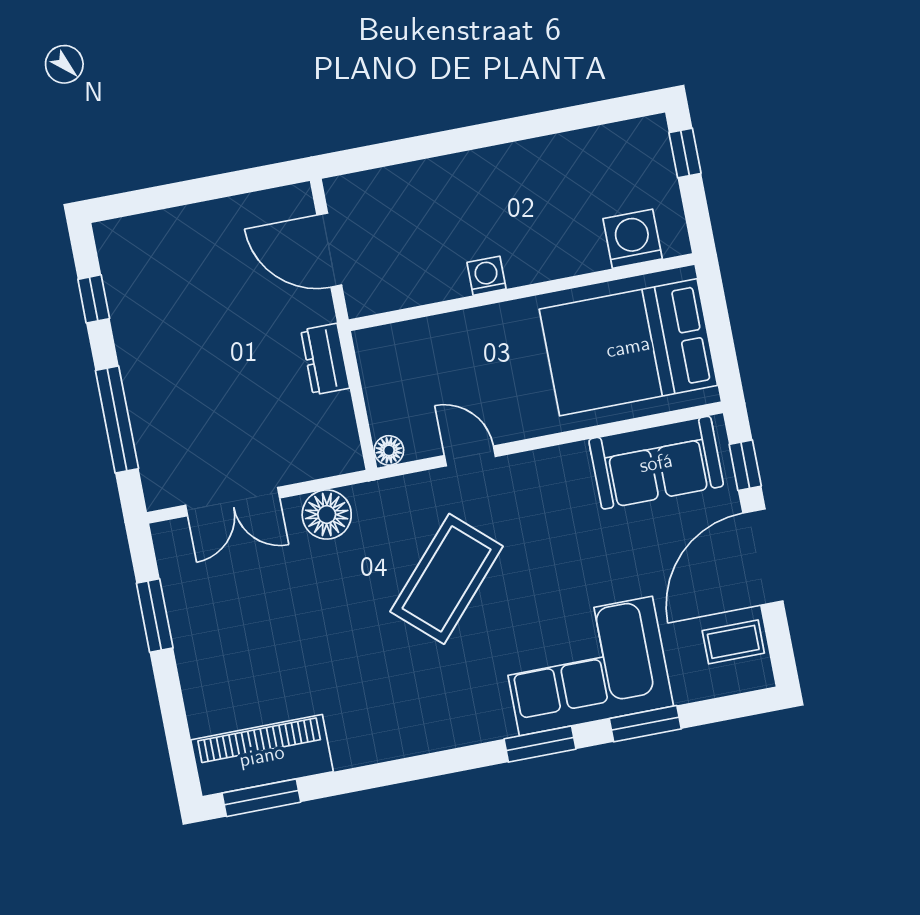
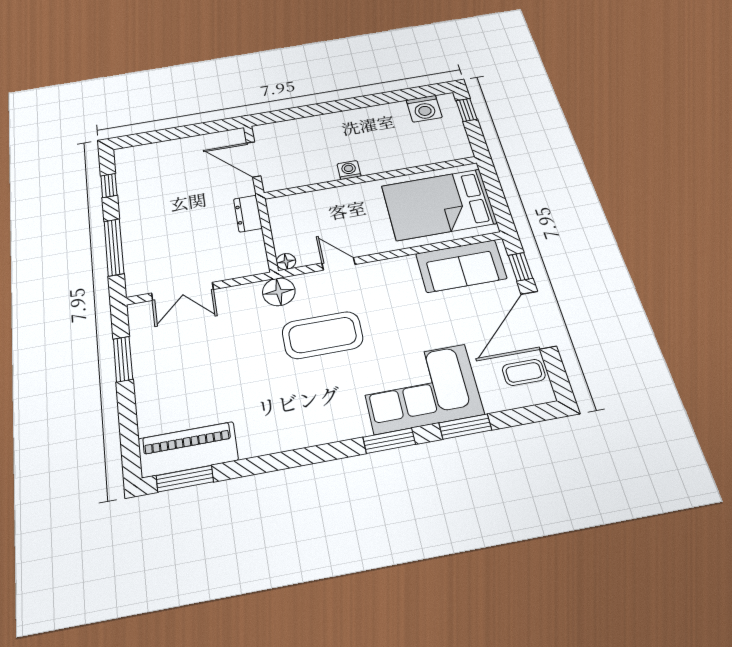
washing machine: (633, 239) -> (424, 109), moved, turned 180
floor lamp: (327, 514) -> (279, 292), moved
coffee table: (447, 579) -> (322, 335), turned 48

